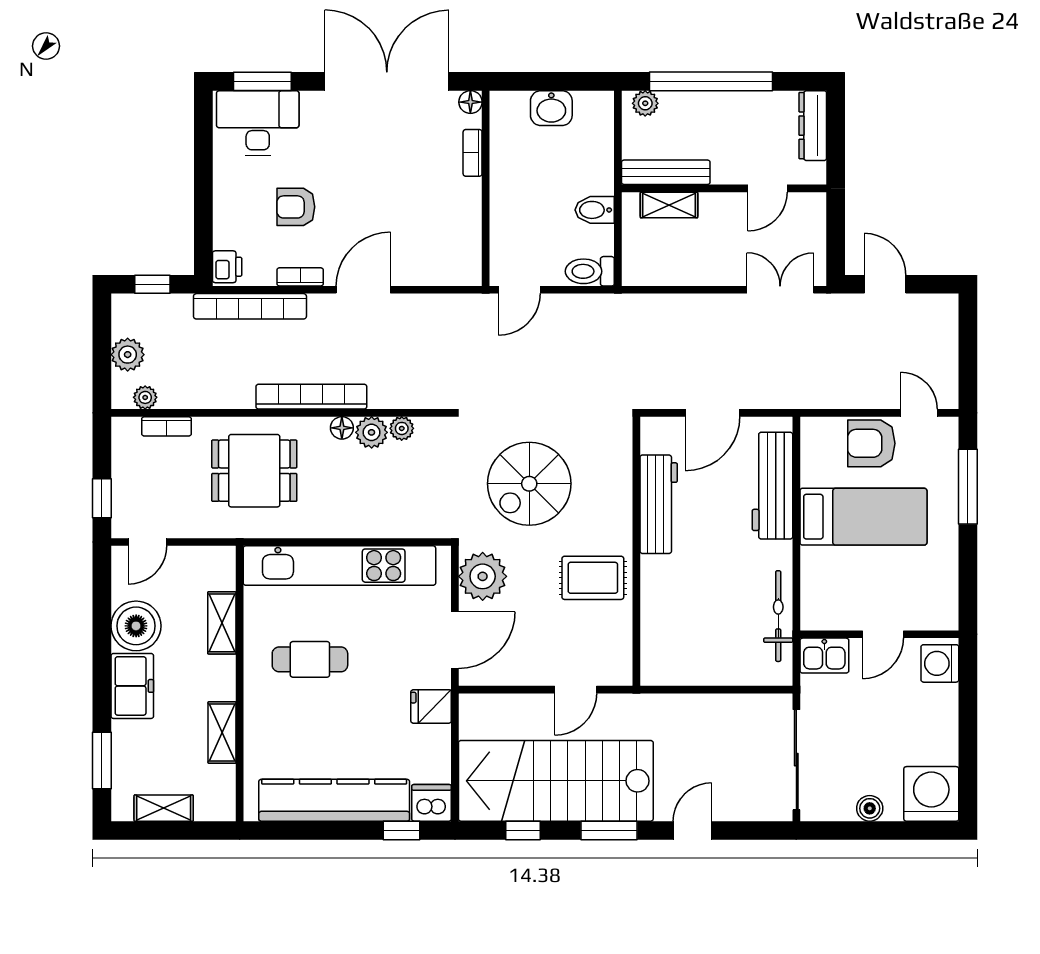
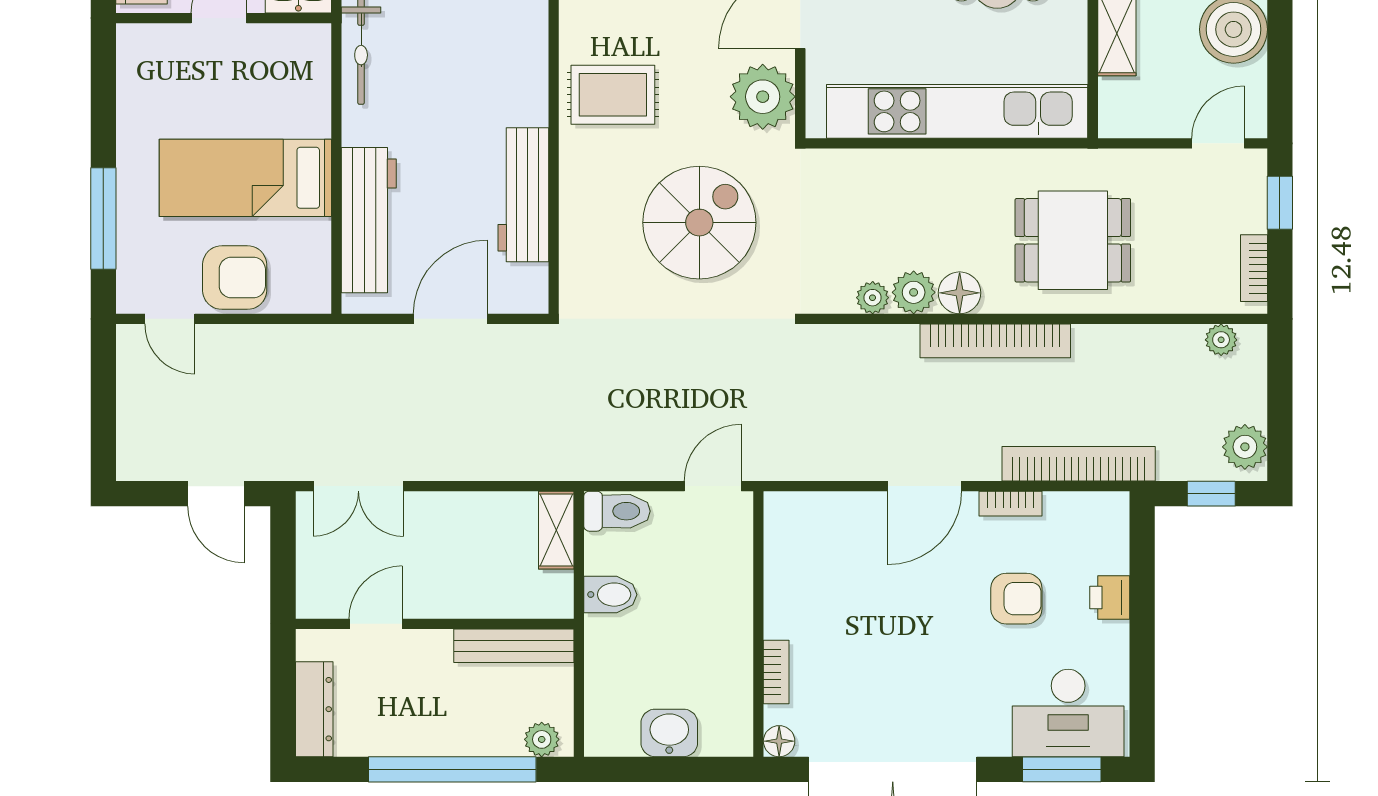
shelving: (669, 205) -> (556, 530), moved, turned 90
printer: (227, 267) -> (1110, 597), moved
plant: (128, 355) -> (1245, 447), moved
bookcase: (166, 426) -> (1254, 268), moved, turned -90
floor lamp: (342, 428) -> (960, 293), width x1.37, depth x1.37

